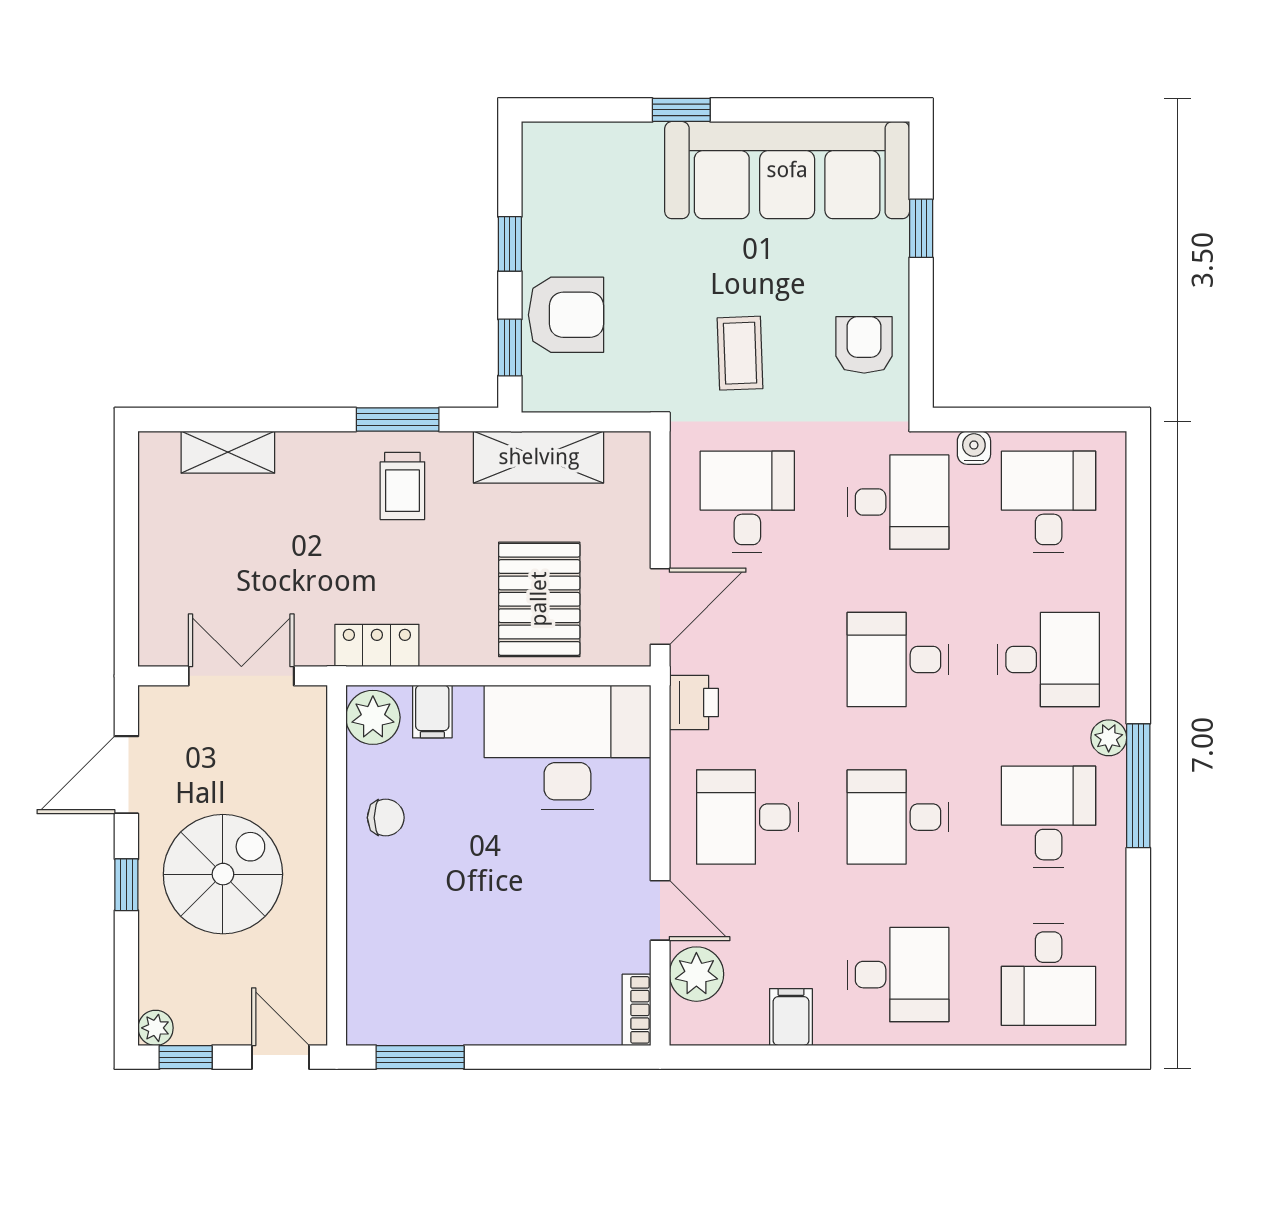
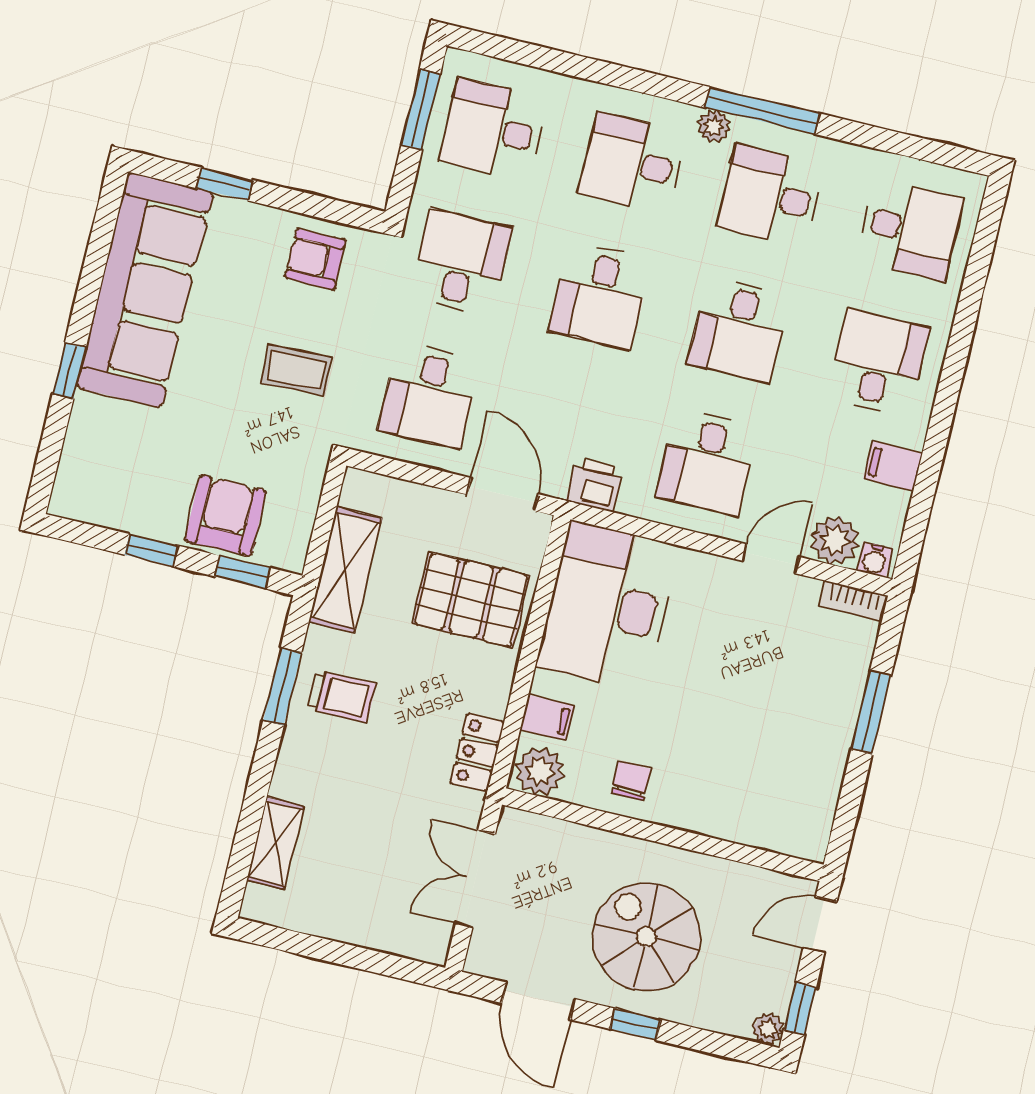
window: (1051, 420) -> (421, 110), added
water cooler: (974, 448) -> (875, 560), moved, turned -90
desk: (747, 502) -> (429, 395), turned -90
desk: (1049, 660) -> (632, 163), turned -90
window: (420, 1057) -> (871, 712), moved

